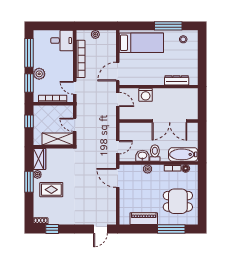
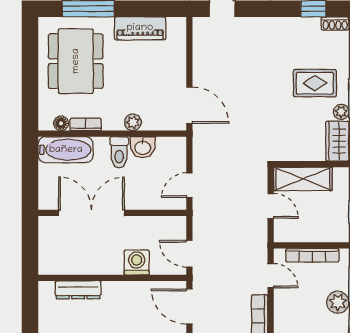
door: (118, 72) -> (189, 306), swing flipped
door: (118, 147) -> (189, 185), moved
dining table: (178, 201) -> (76, 61), width x1.38

